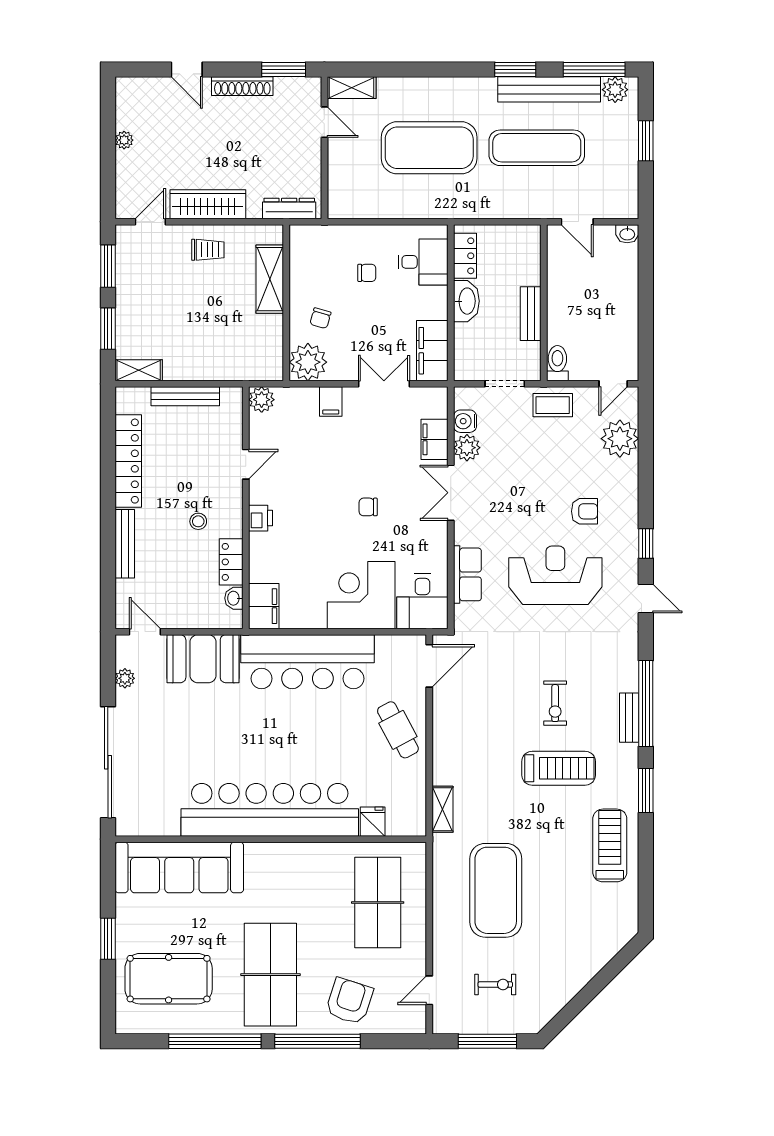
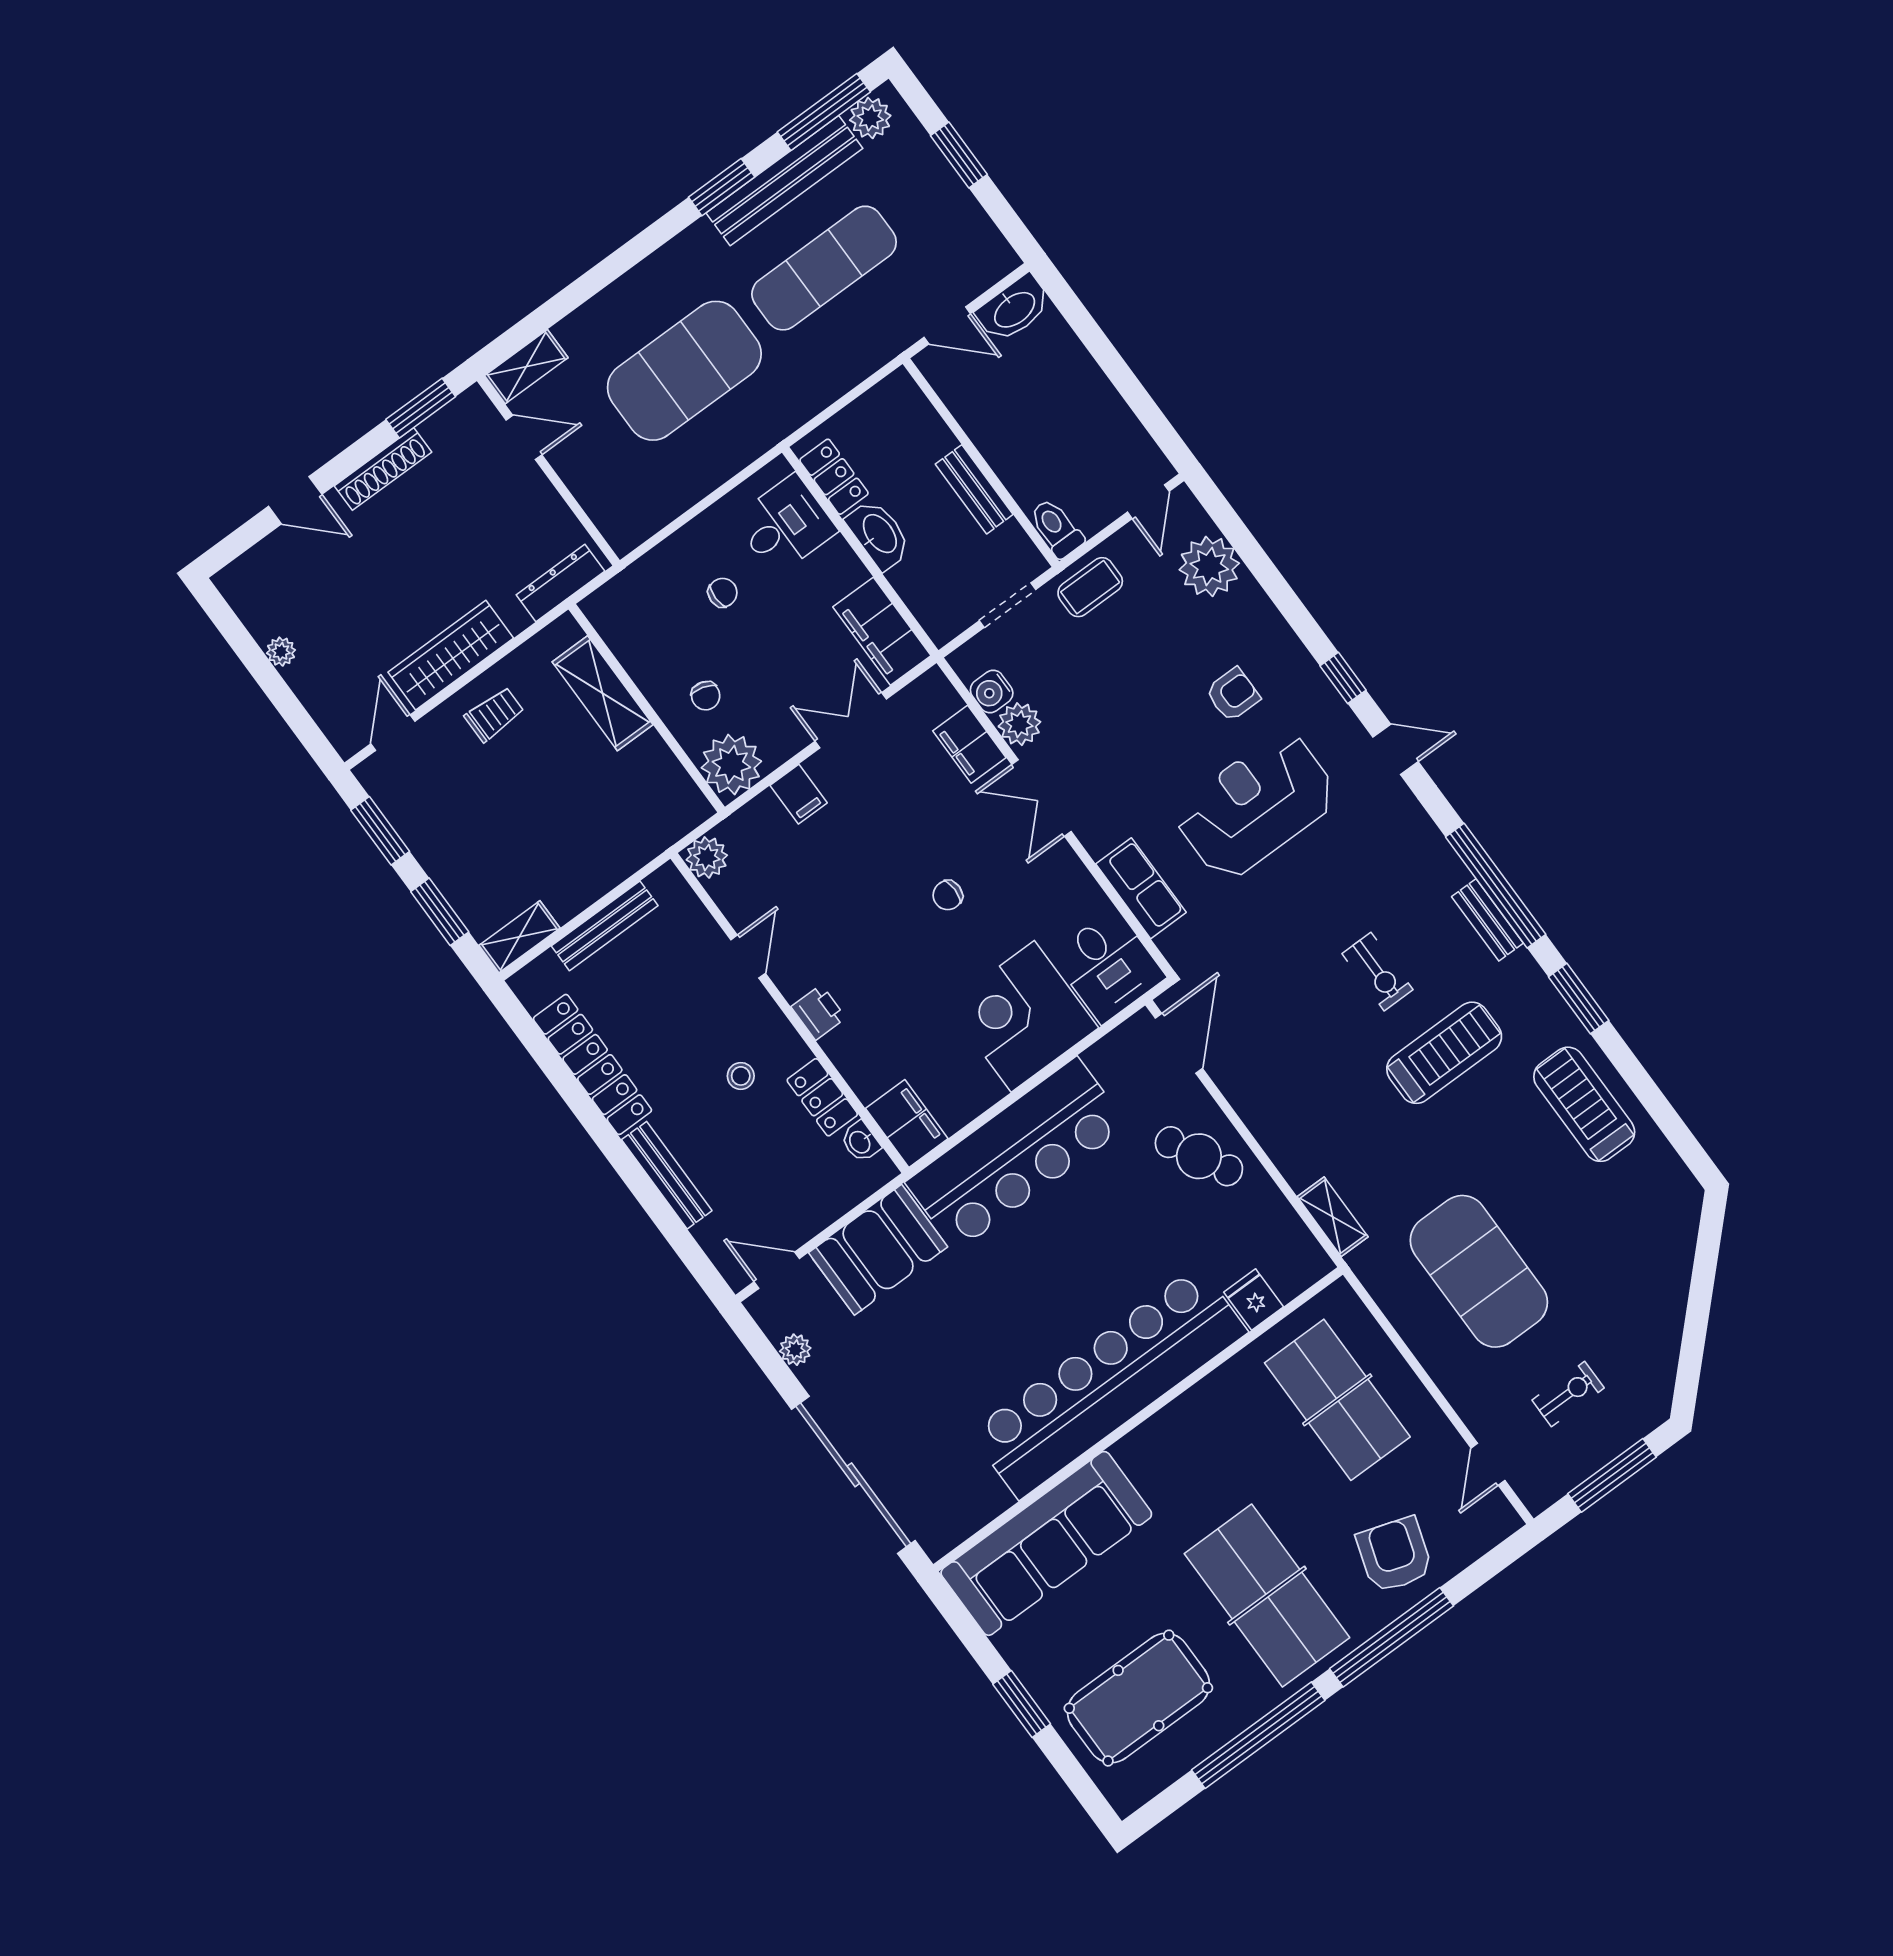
washbasin: (627, 234) -> (1014, 309), width x1.91, depth x1.45

